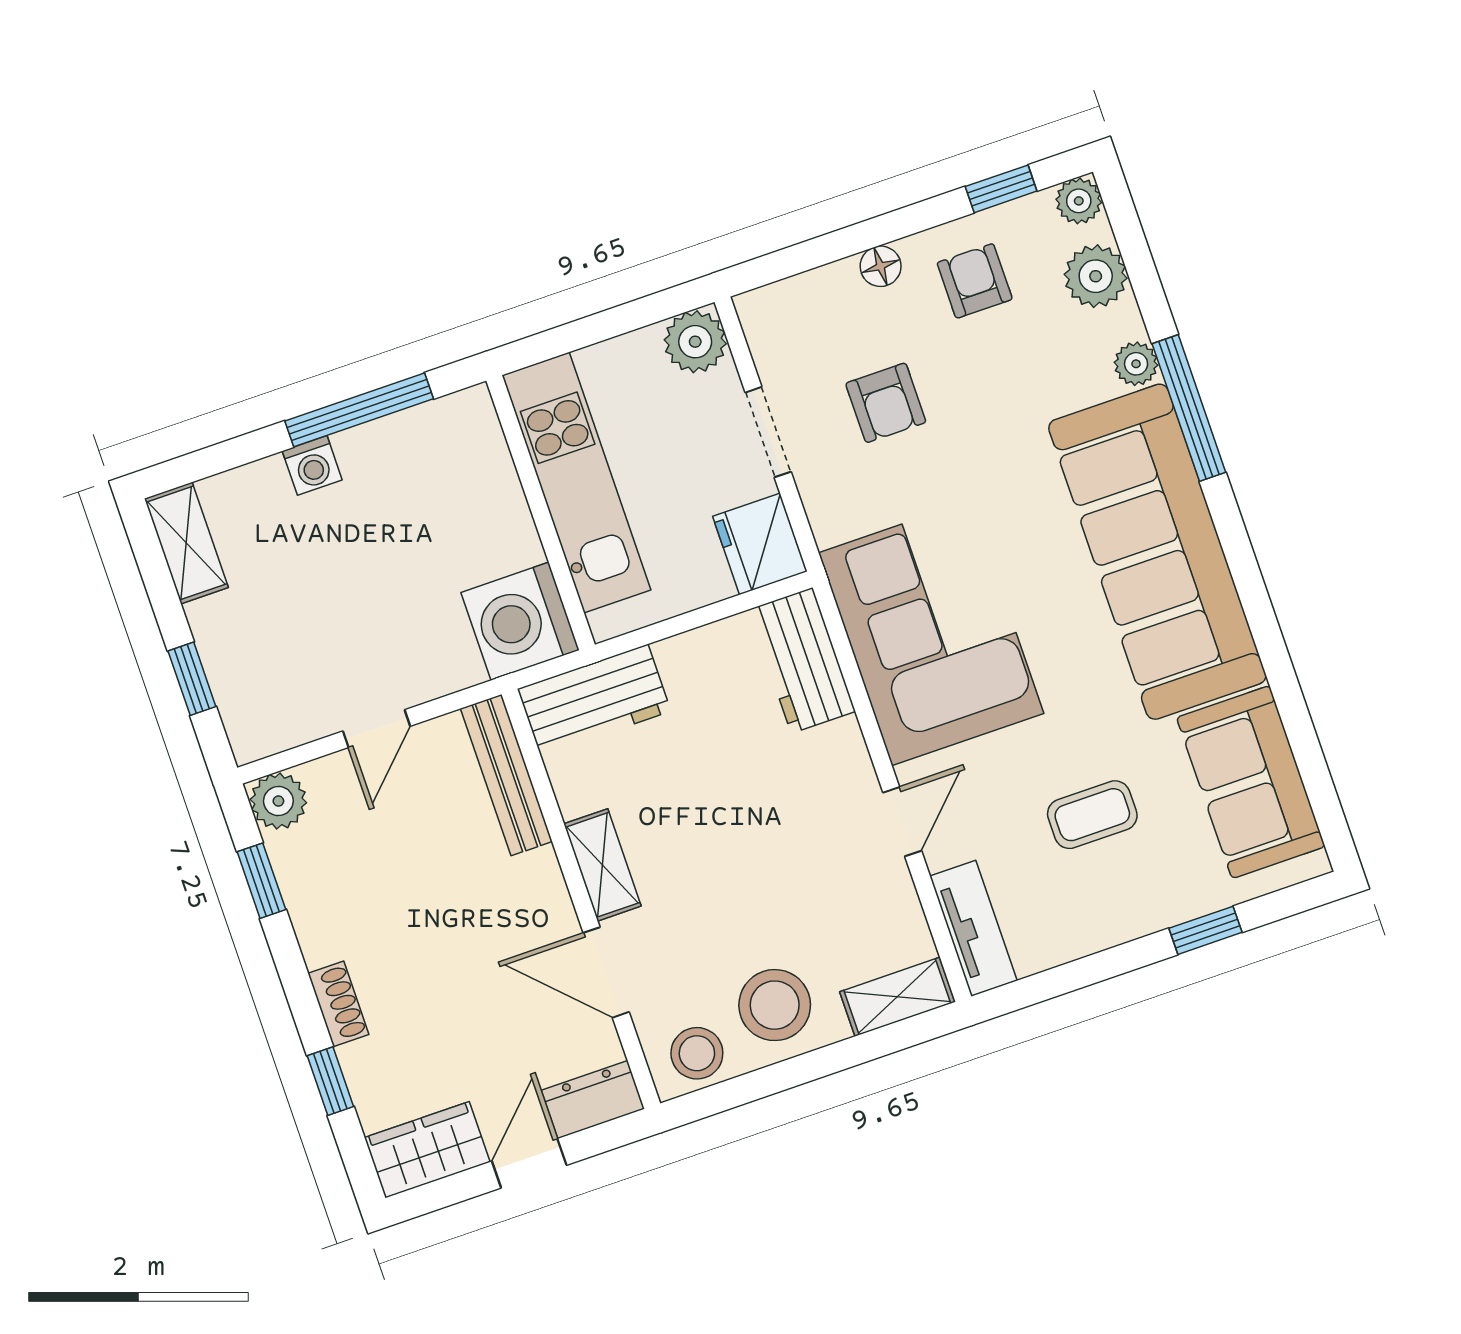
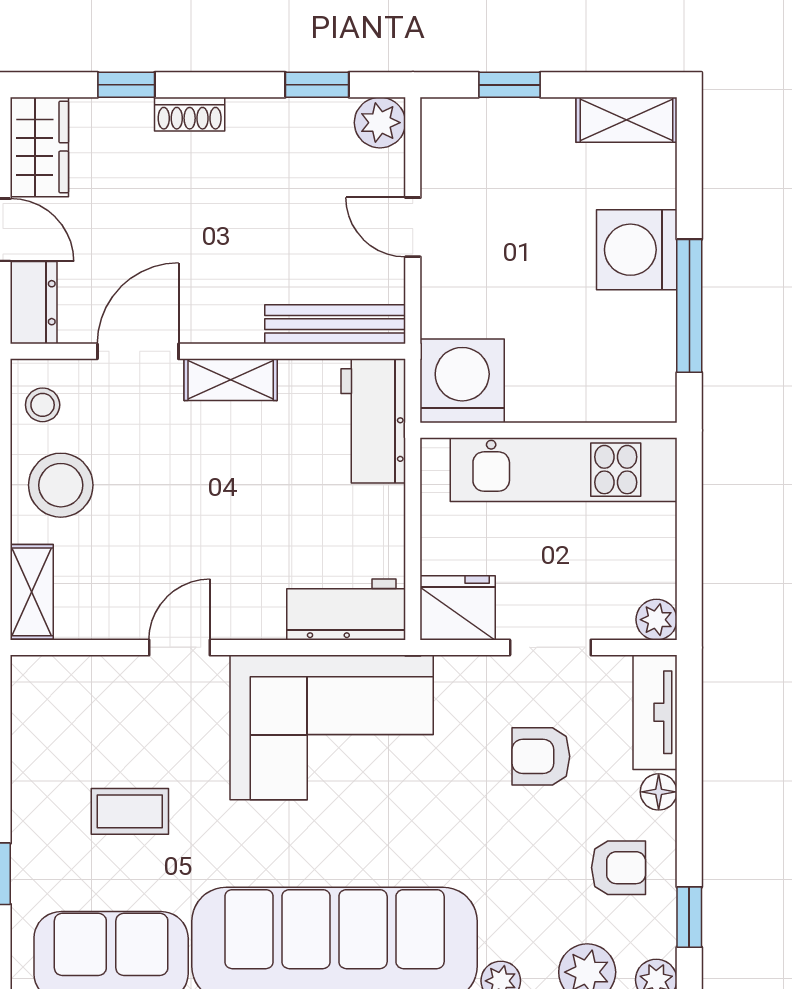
plant: (695, 342) -> (656, 620), width x0.73, depth x0.73
washing machine: (312, 465) -> (637, 250), width x1.89, depth x1.89
coffee table: (1092, 815) -> (130, 811), turned 90
door: (902, 822) -> (180, 647), swing flipped
tv unit: (973, 928) -> (655, 712), moved, turned 90
stool: (697, 1053) -> (43, 405), width x0.73, depth x0.73

